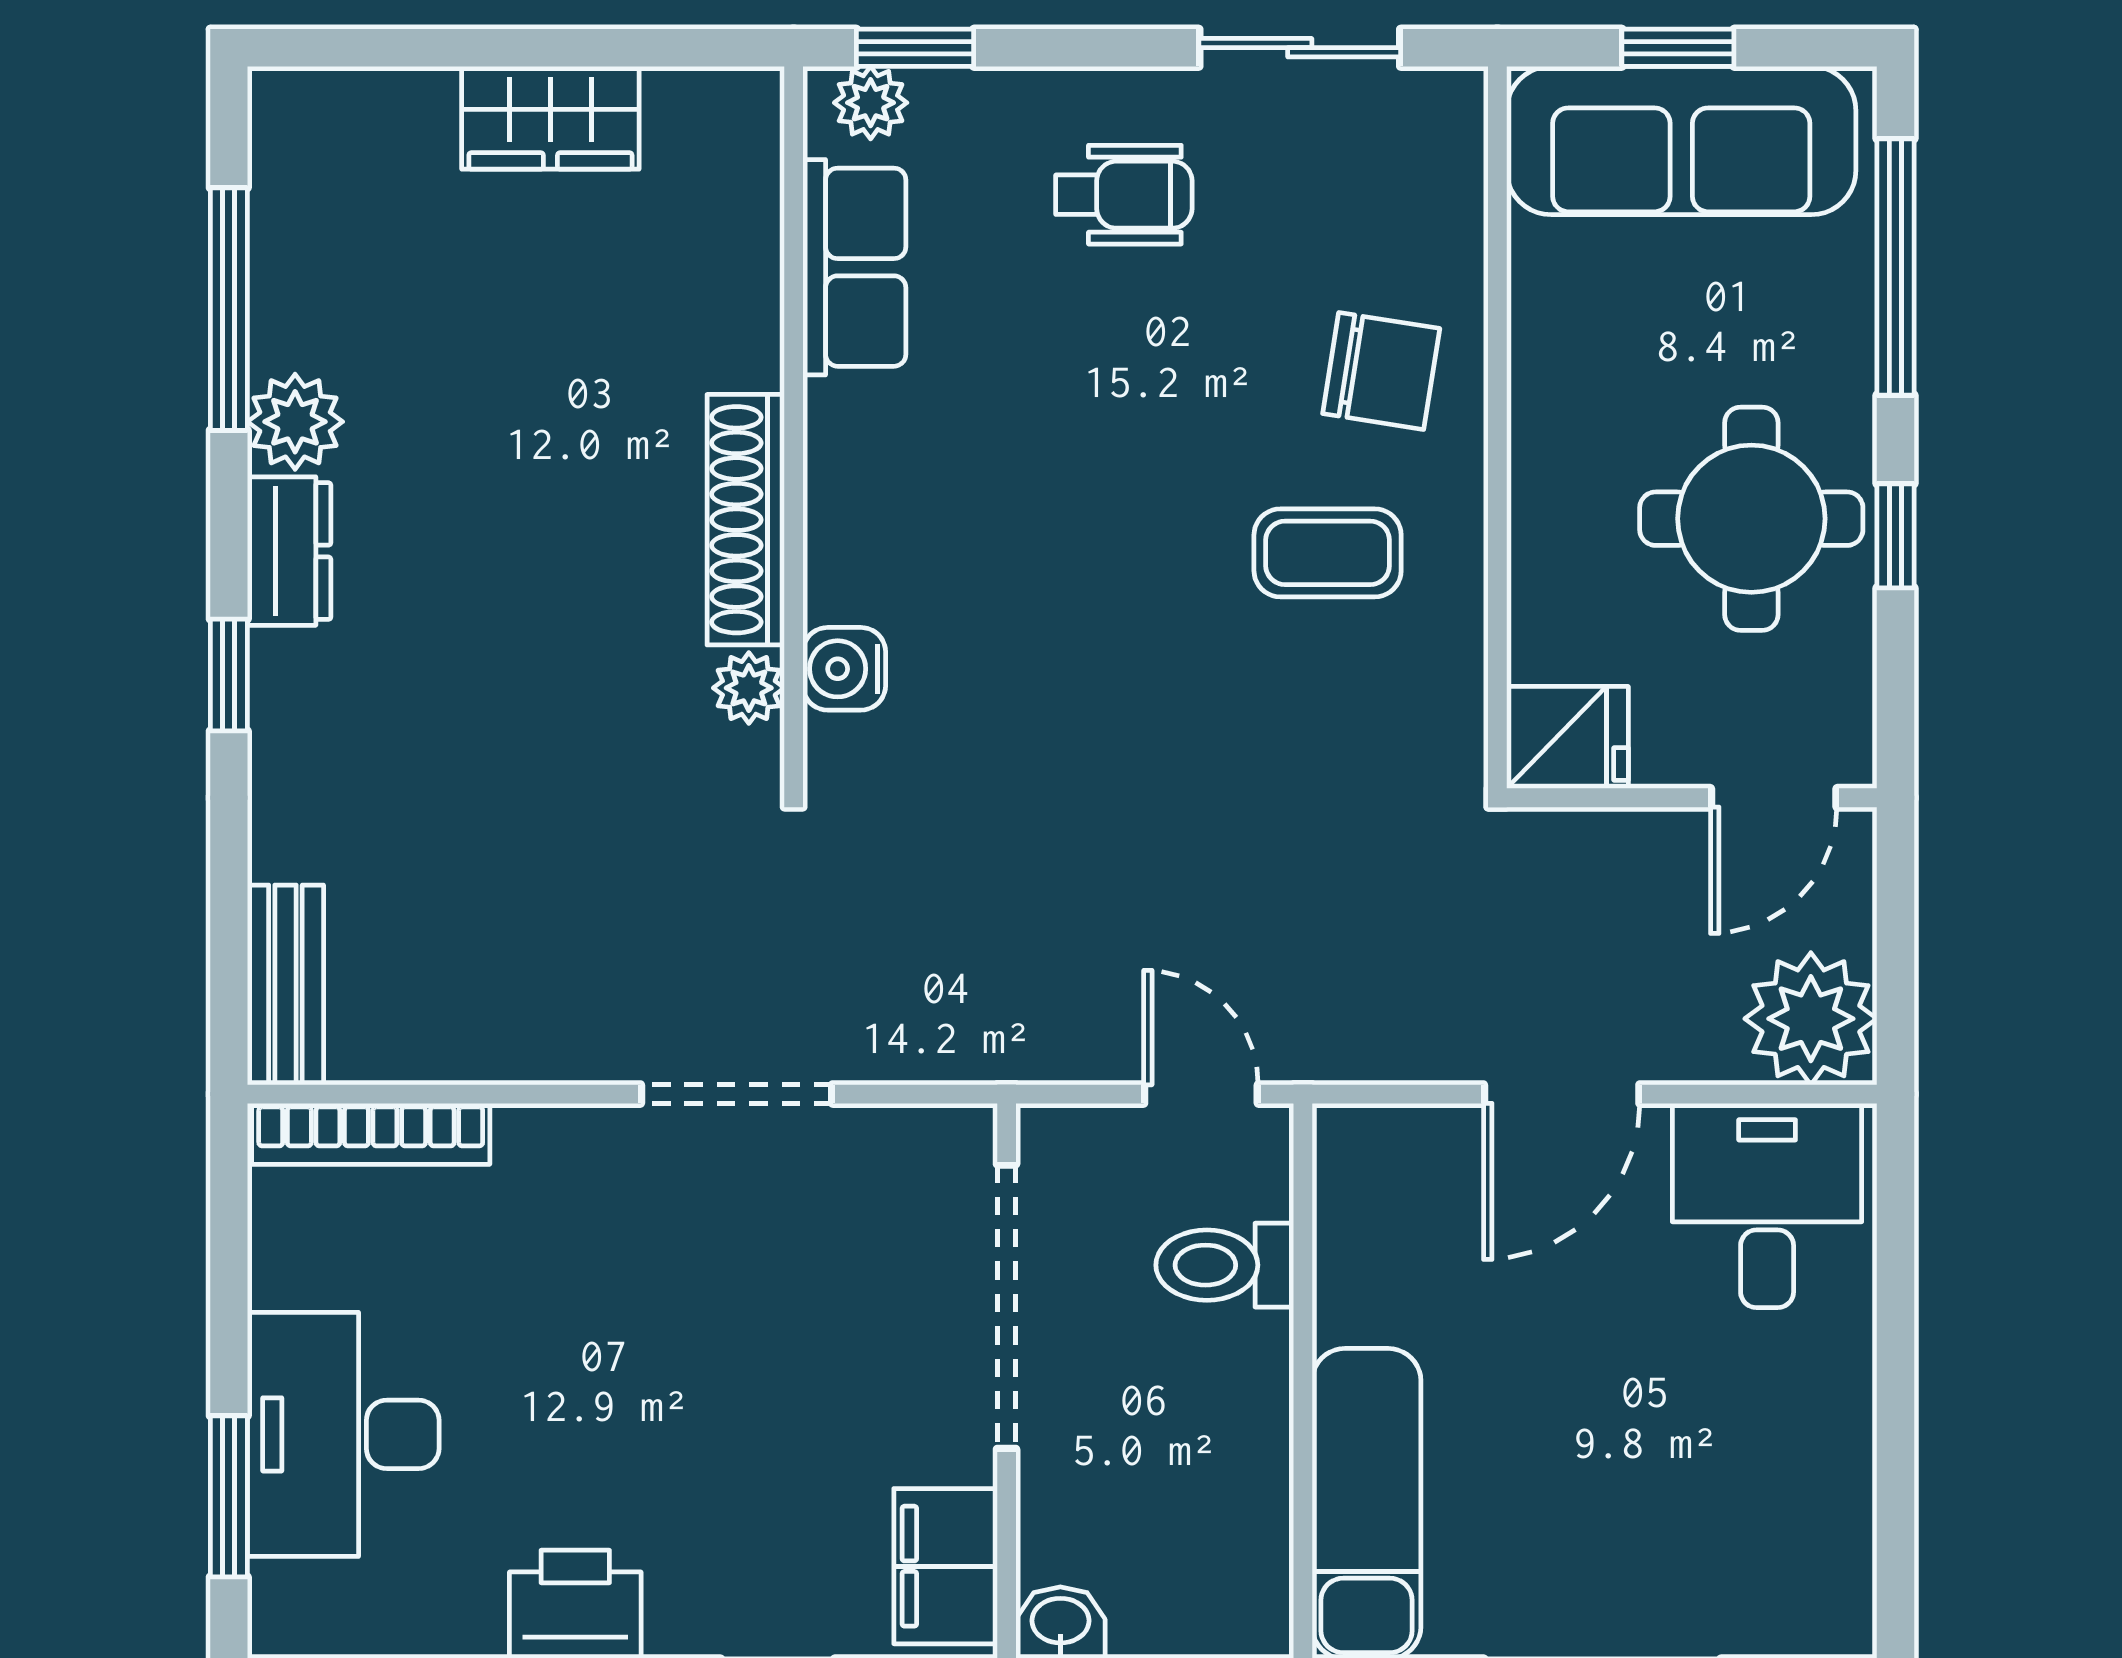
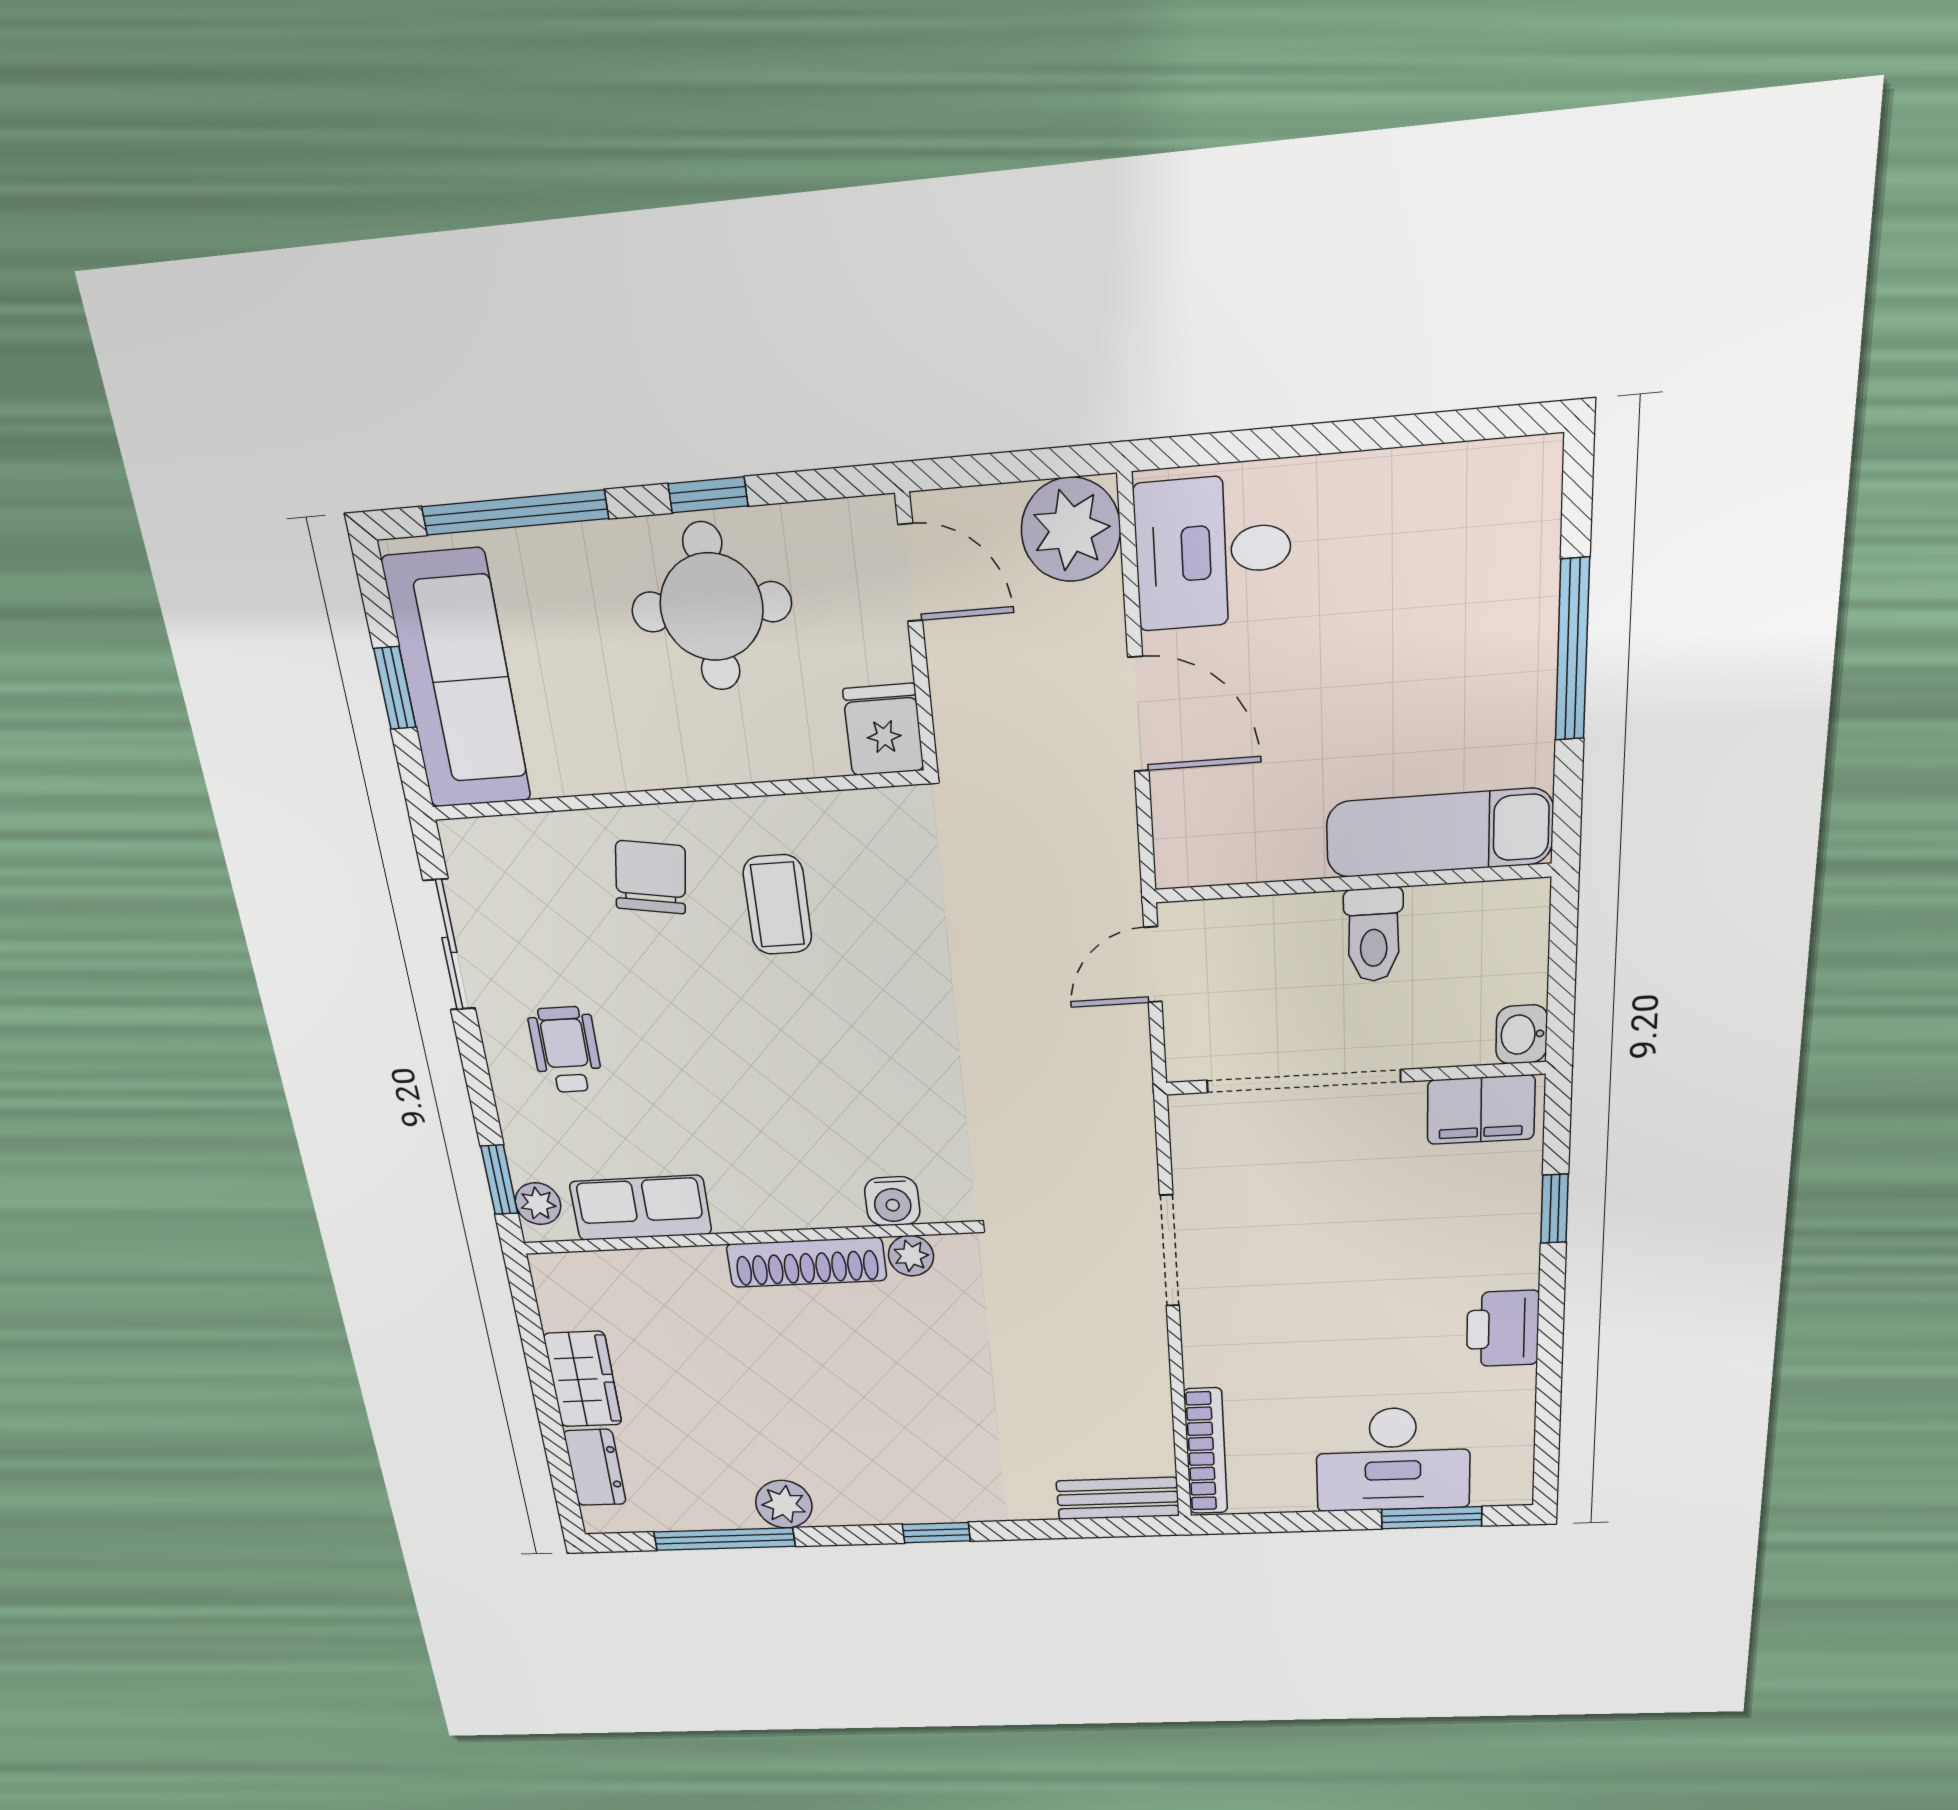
dresser: (289, 551) -> (595, 1468), moved, turned 90
toilet: (1225, 1265) -> (1374, 935), moved

